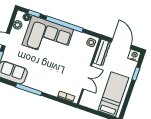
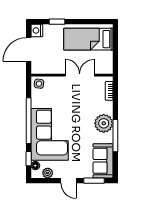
dresser: (102, 52) -> (46, 68), removed
plant: (42, 83) -> (104, 123), added

